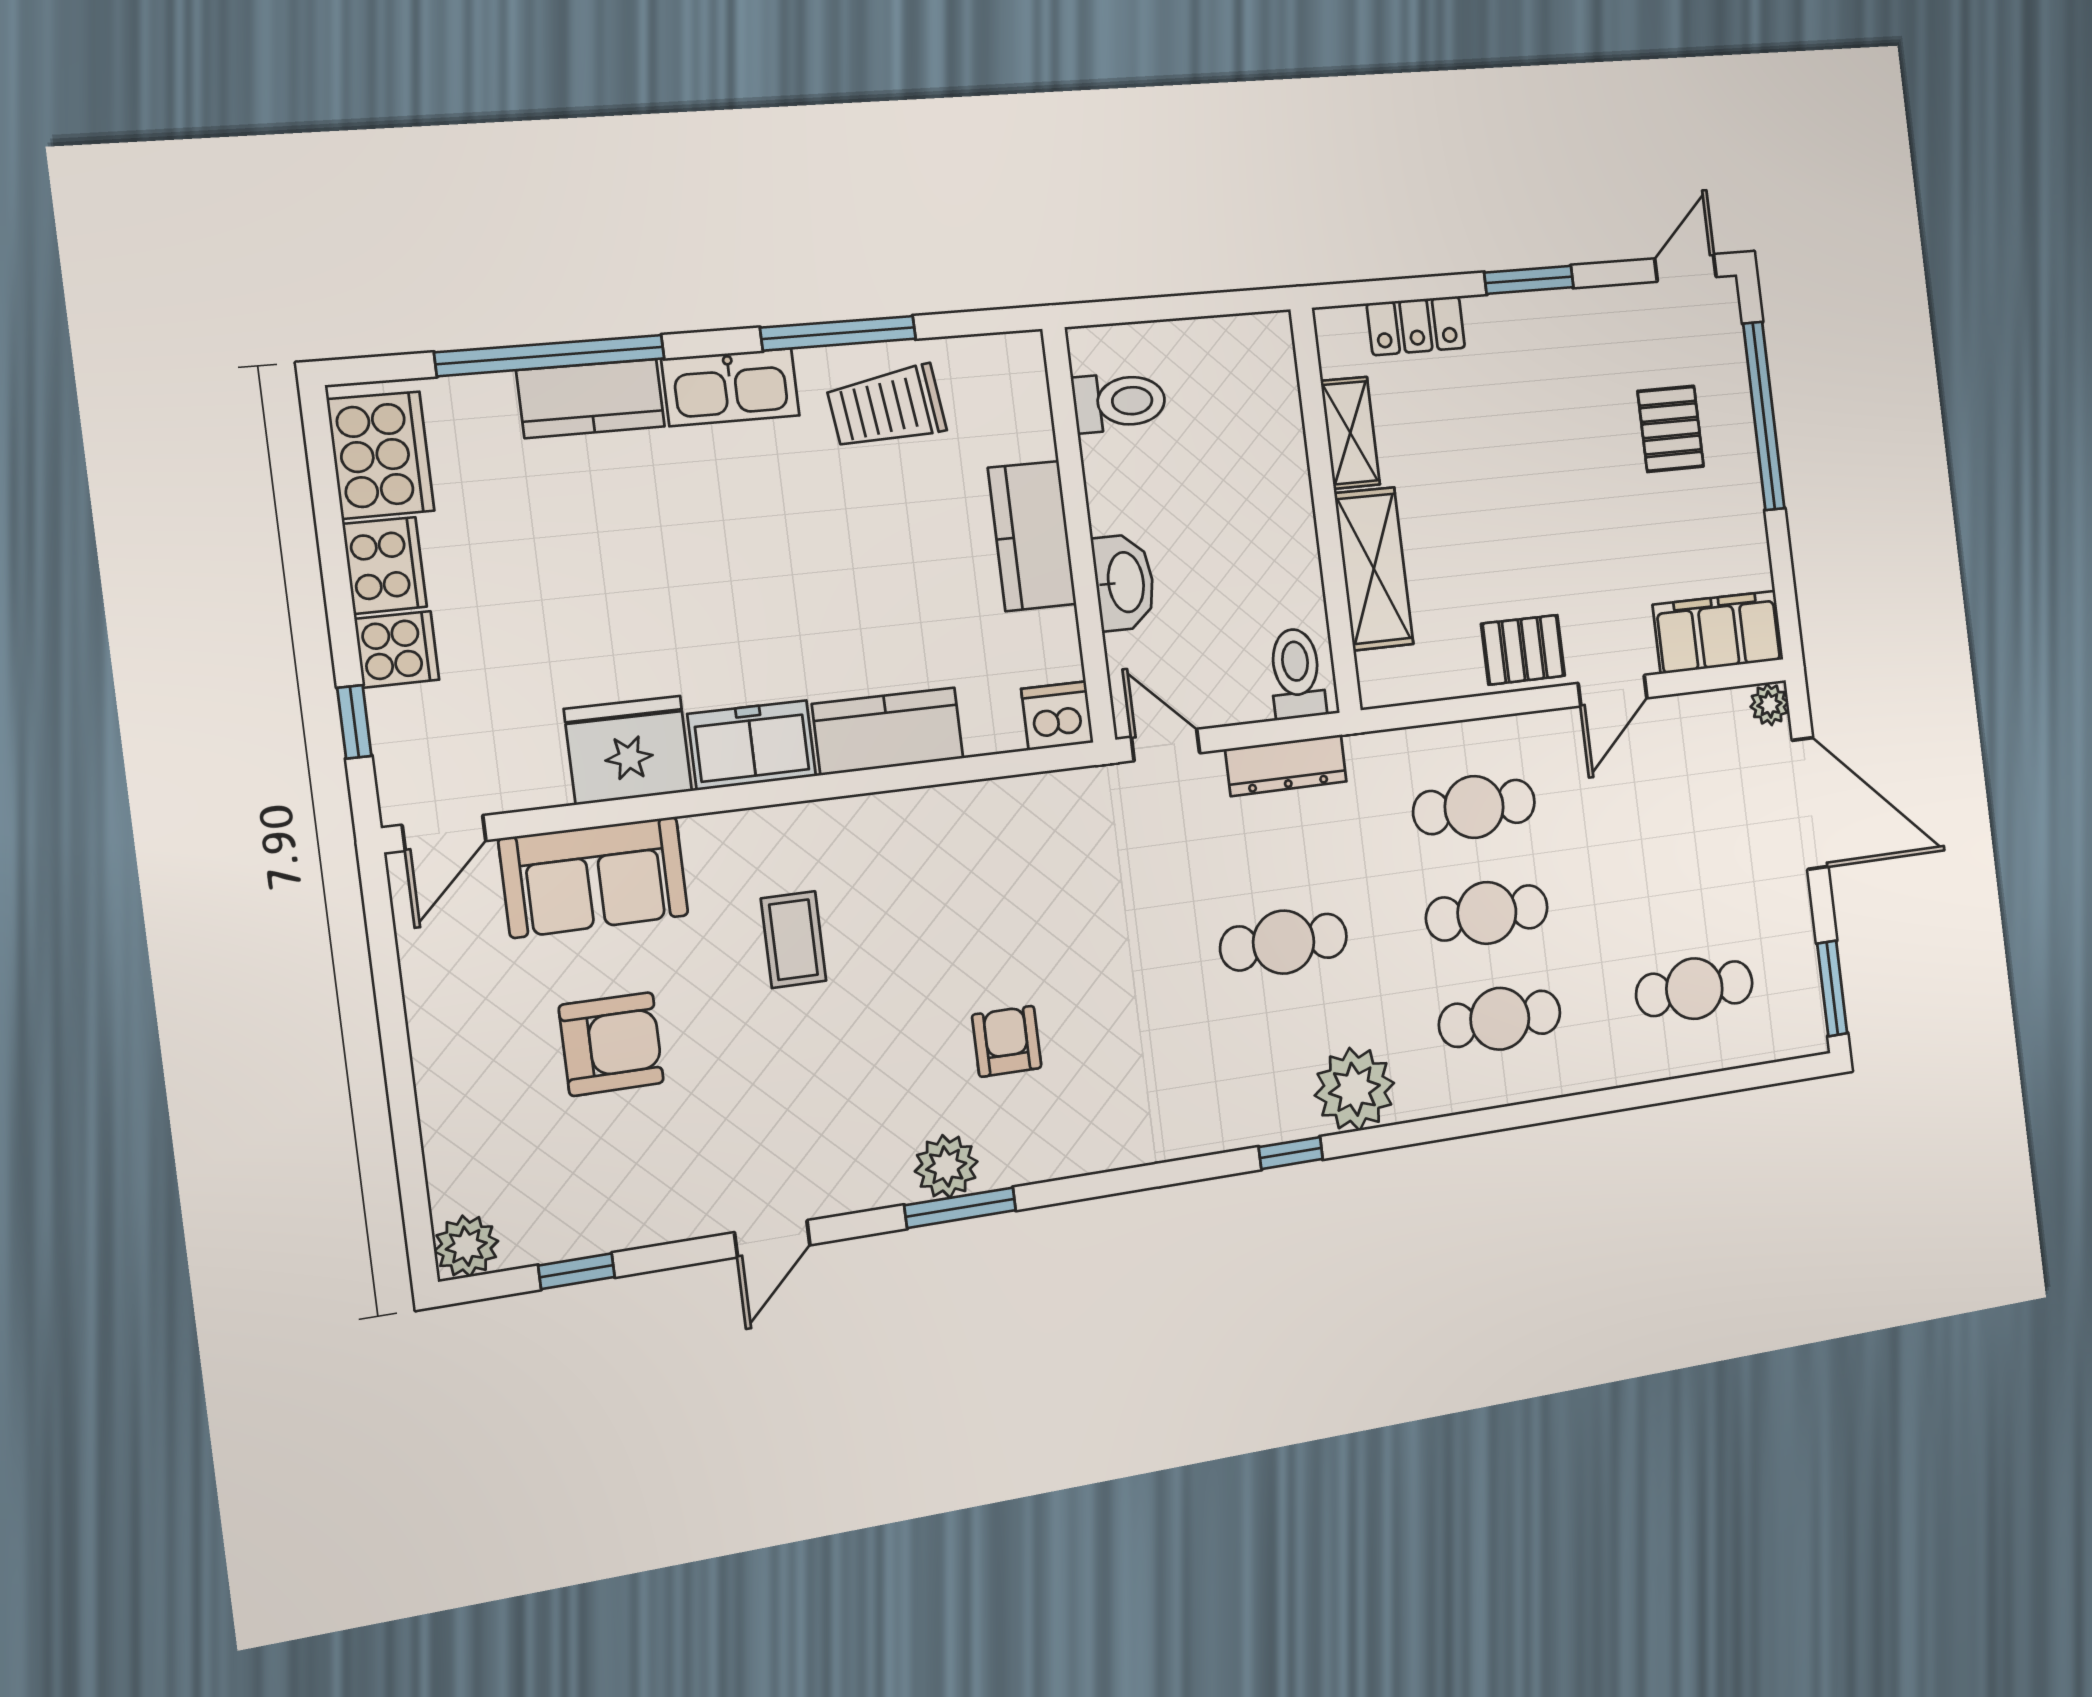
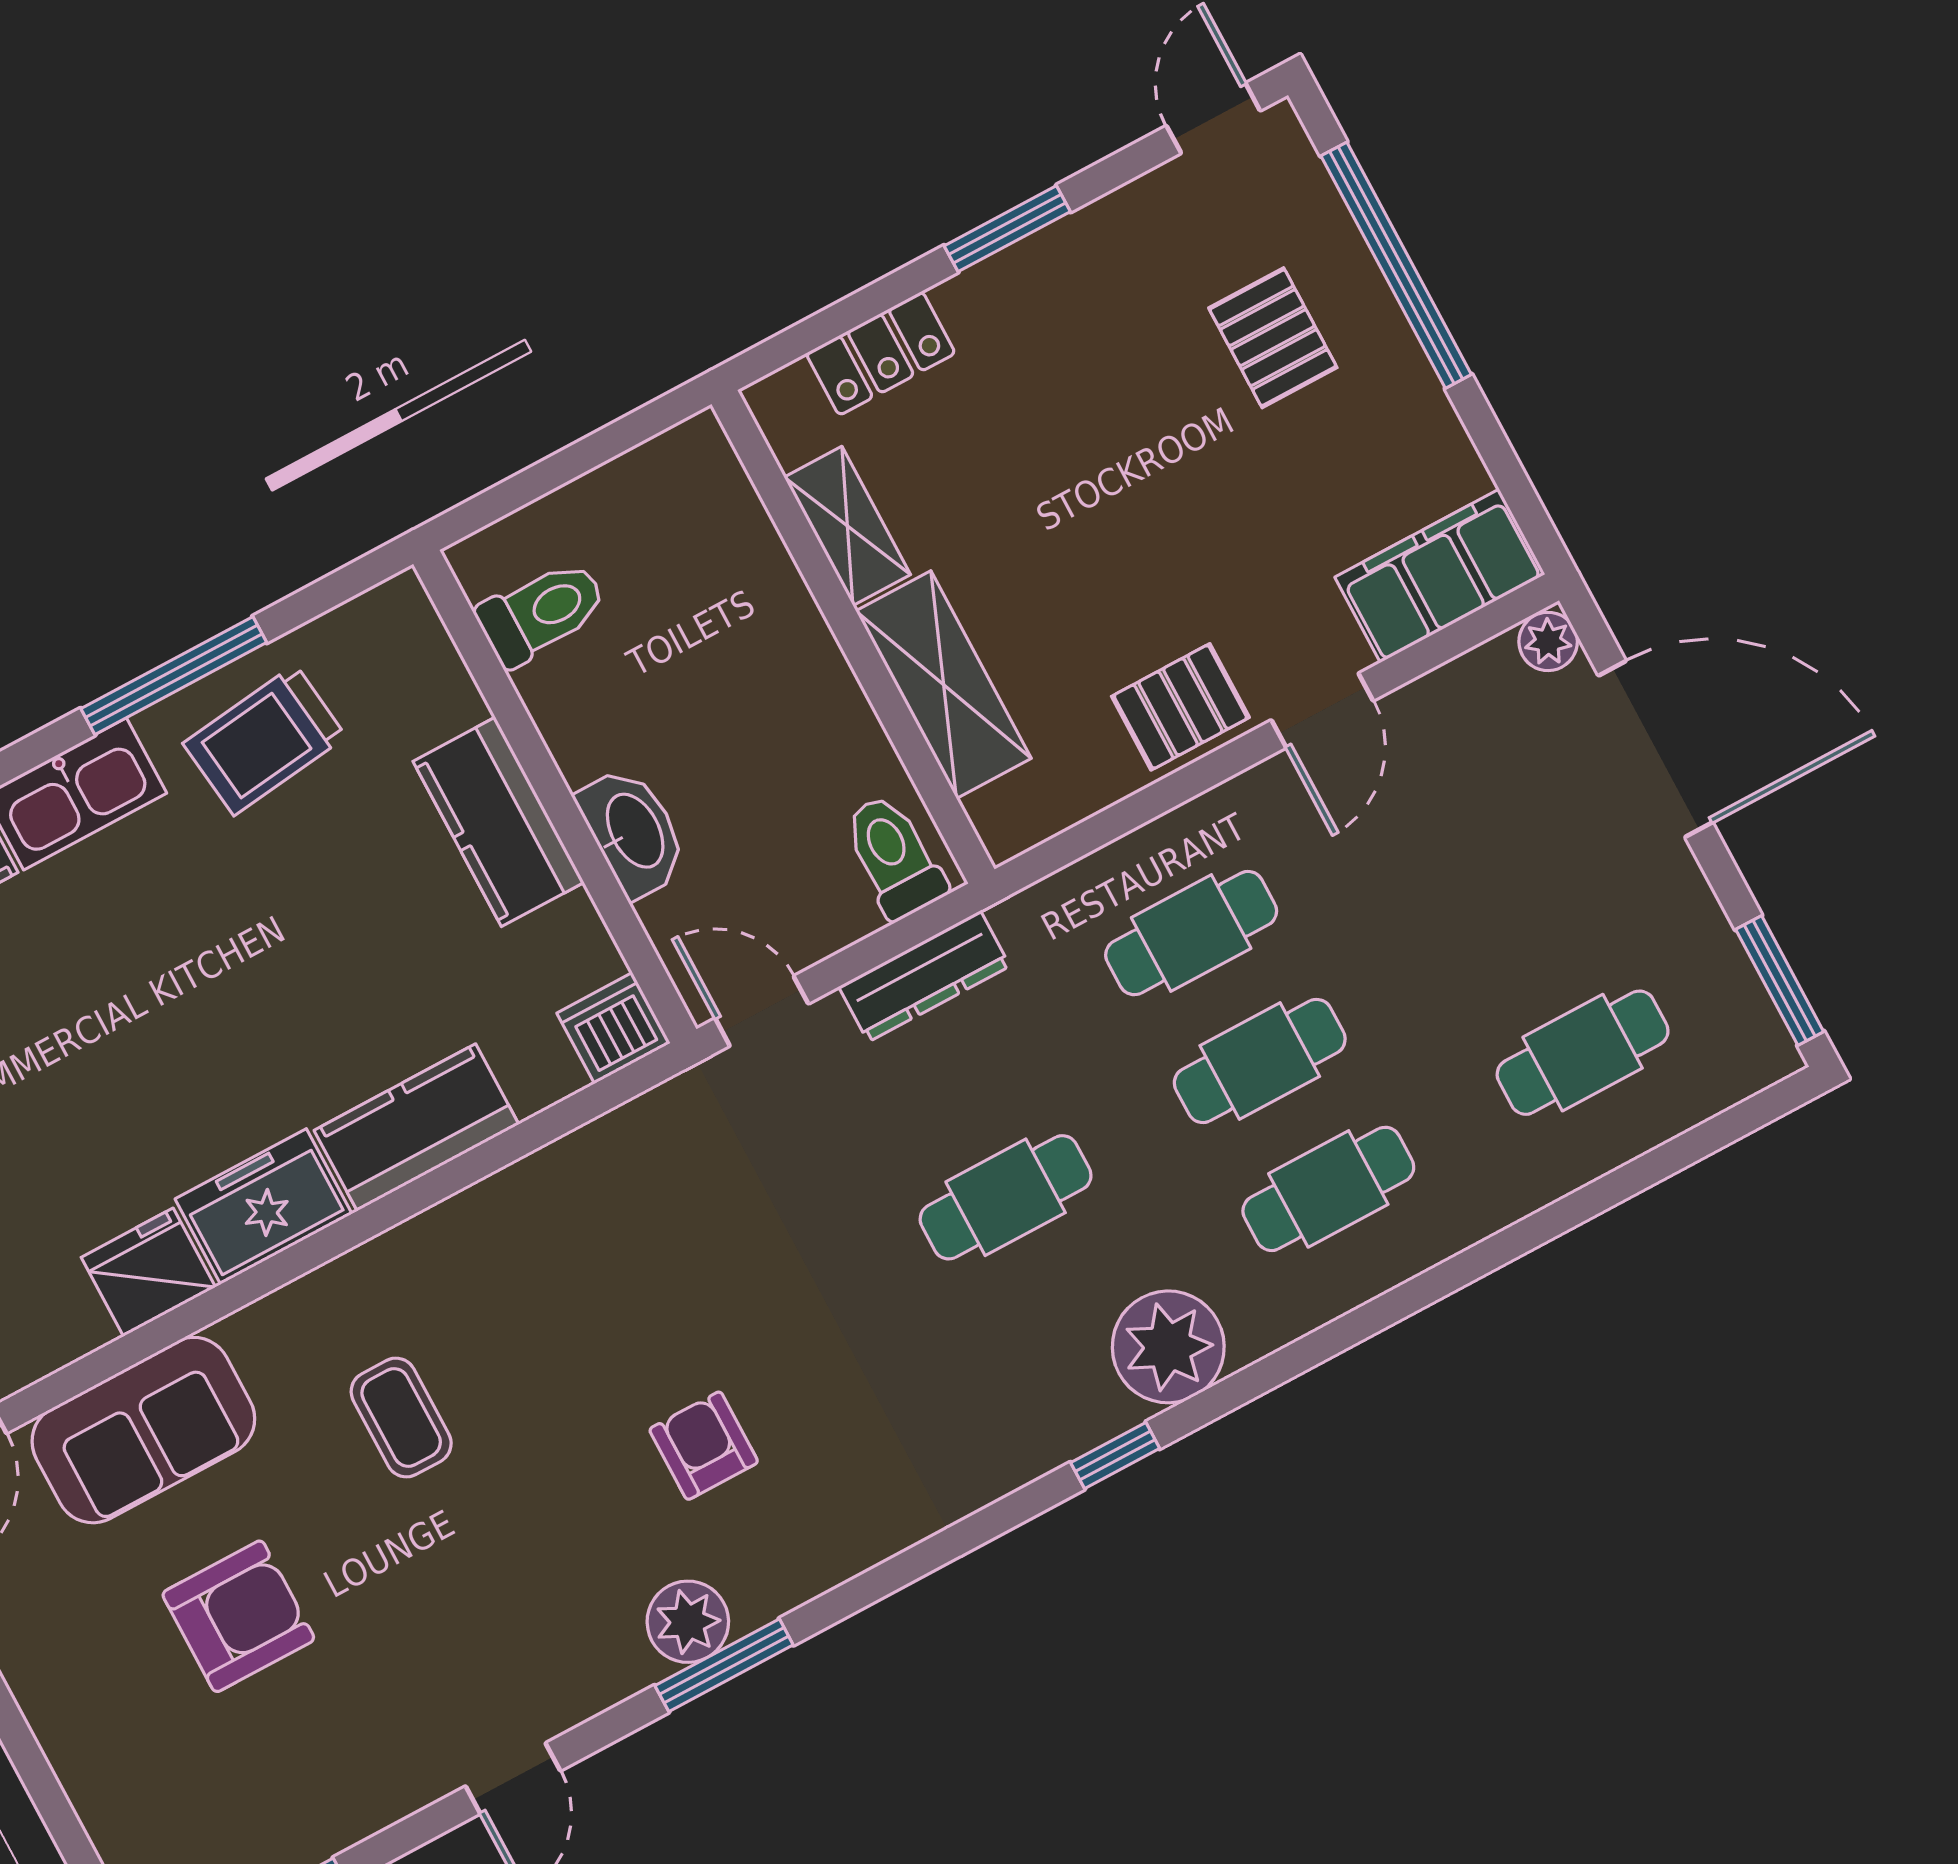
fridge: (628, 750) -> (148, 1272), width x0.73, depth x0.75

